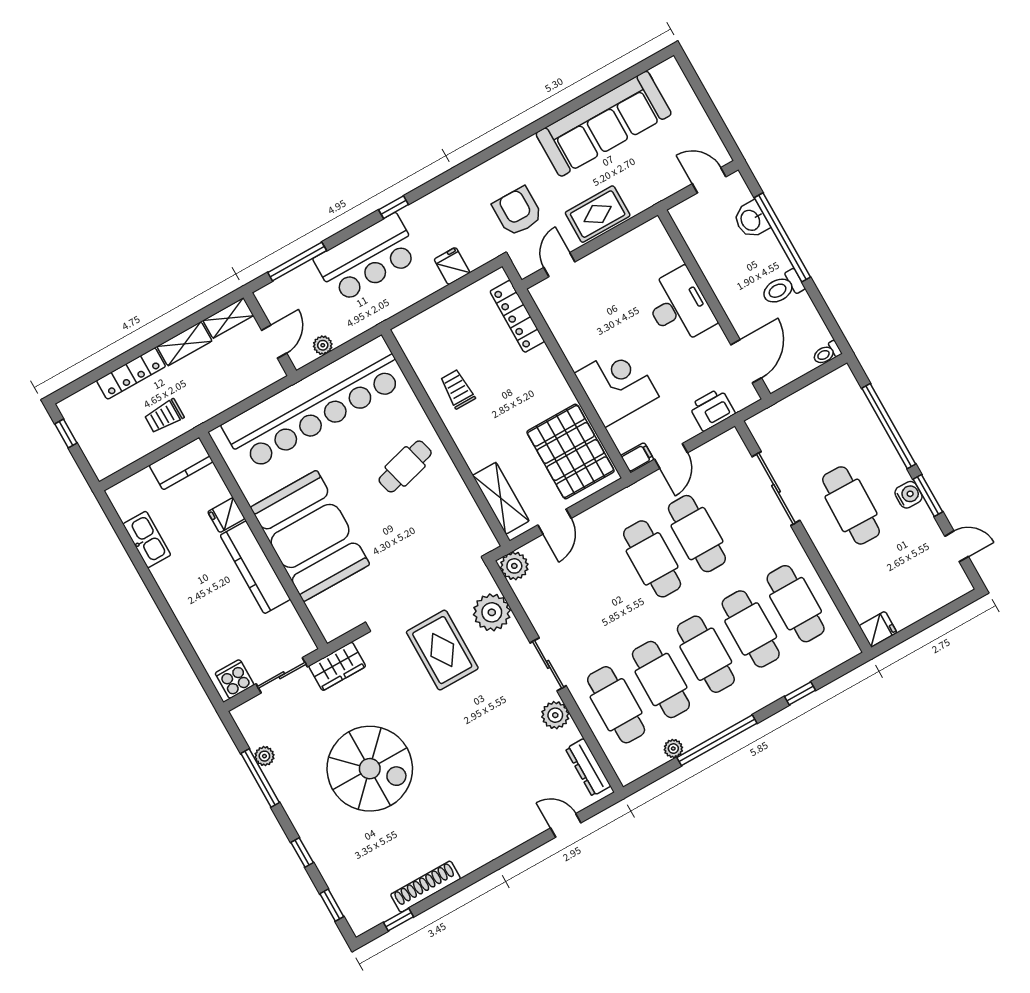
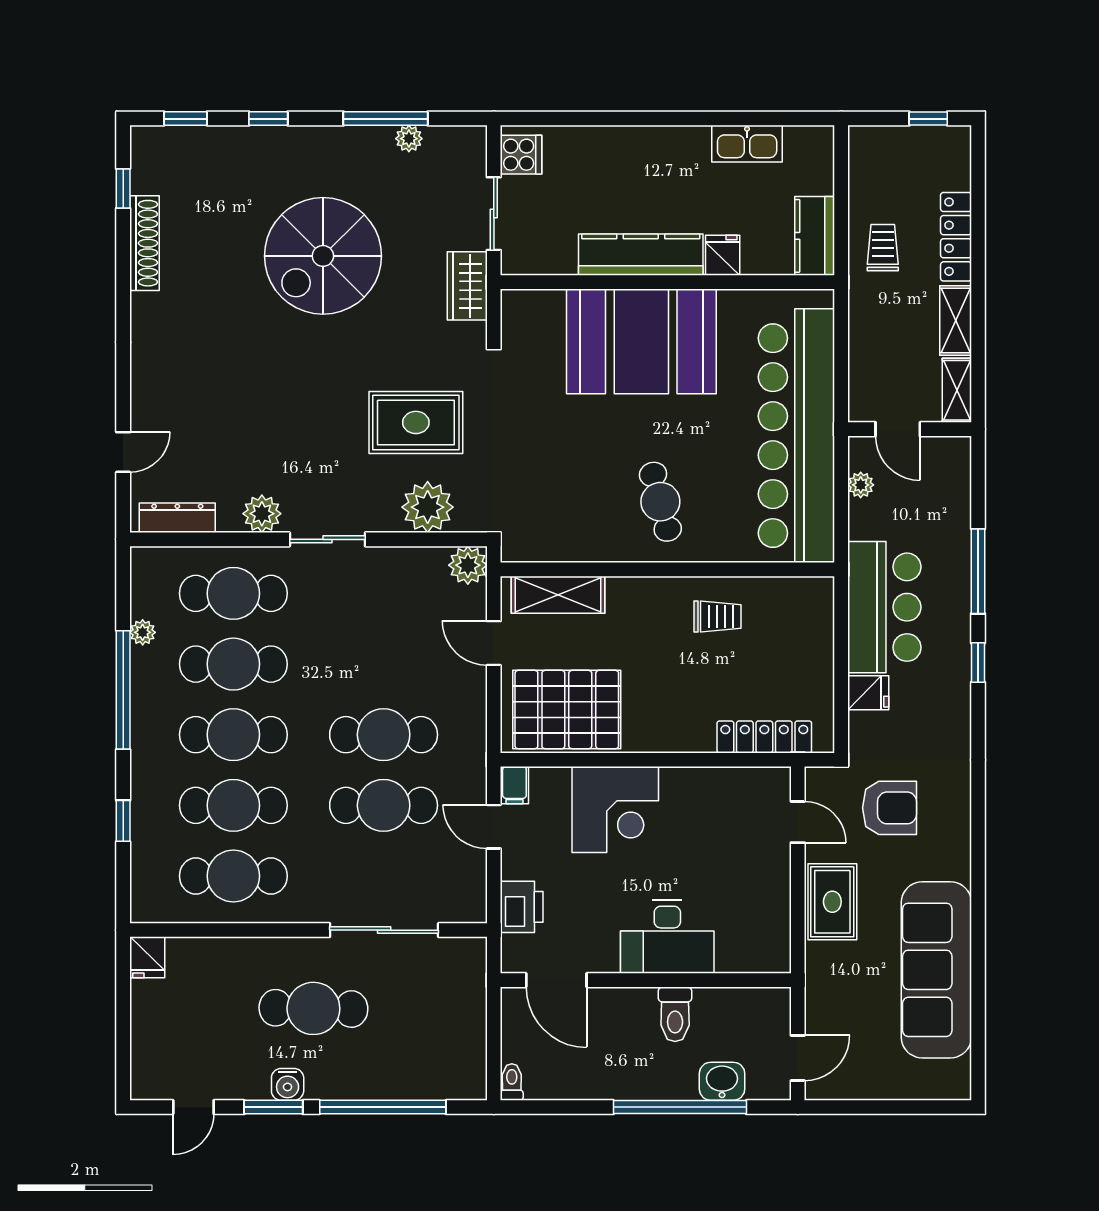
bar counter: (367, 258) -> (884, 607), moved, turned 180
window: (297, 261) -> (978, 571), moved
toilet: (782, 288) -> (675, 1014), moved, turned 180

